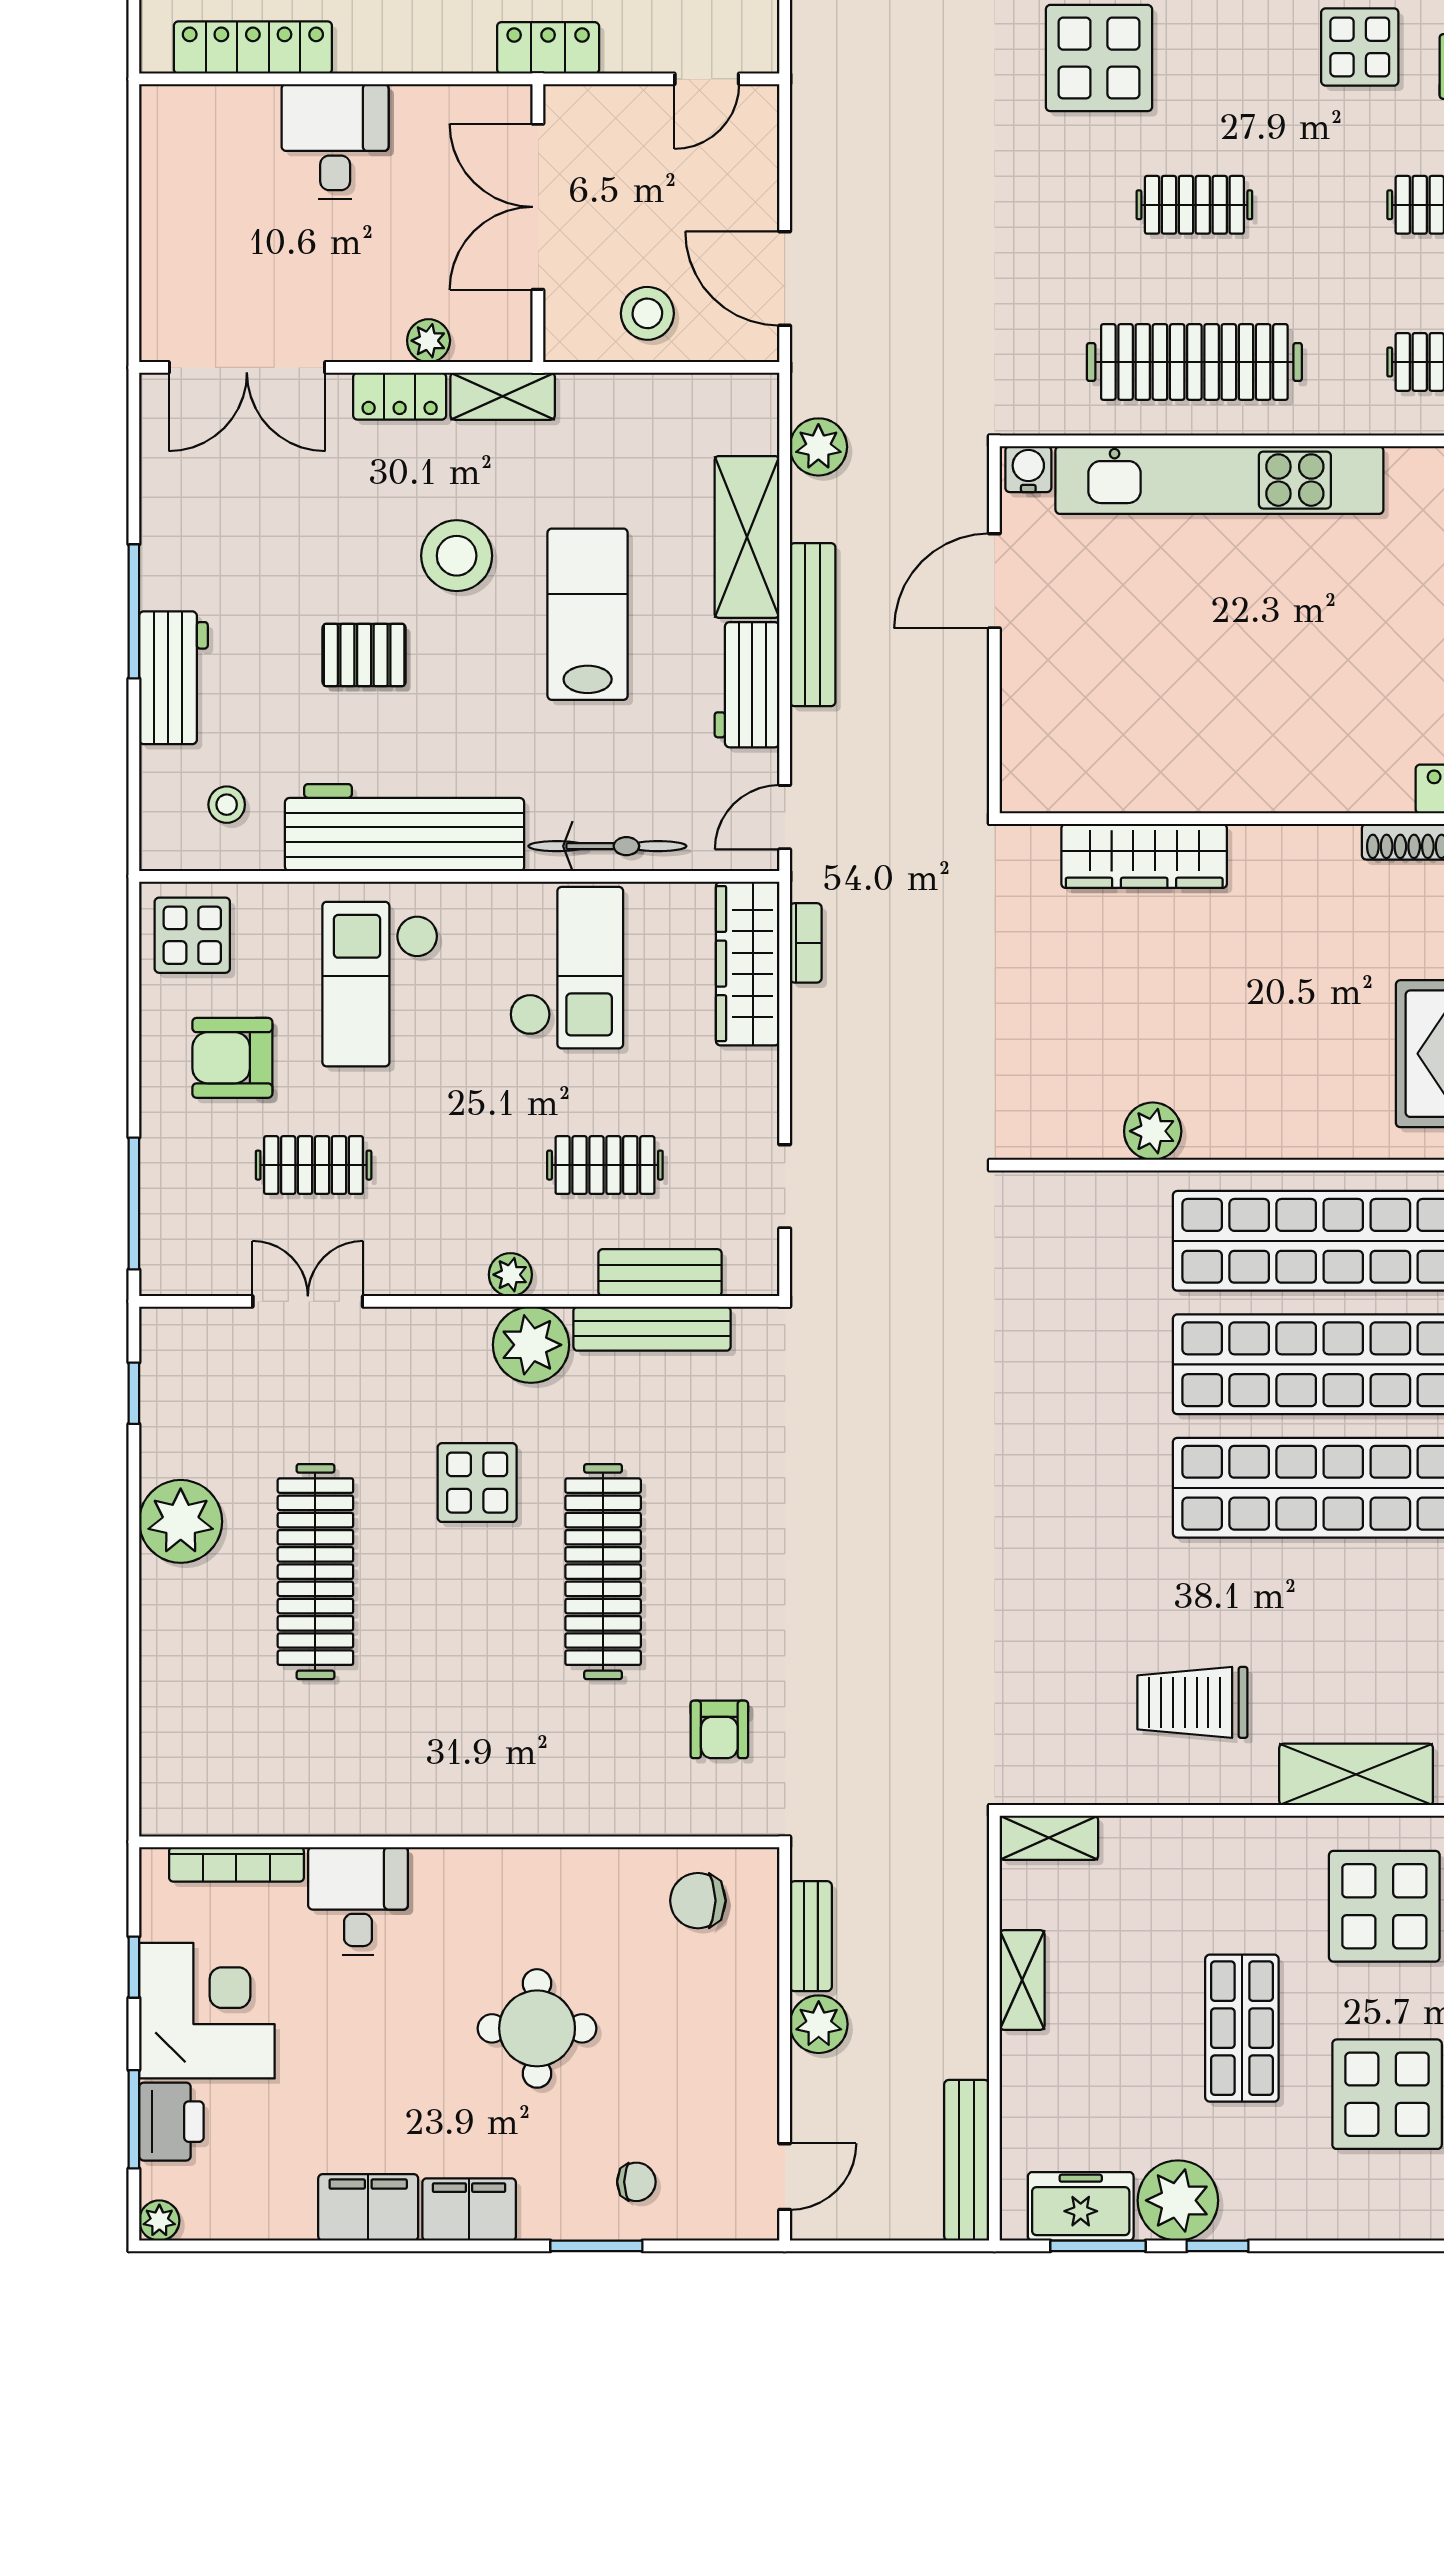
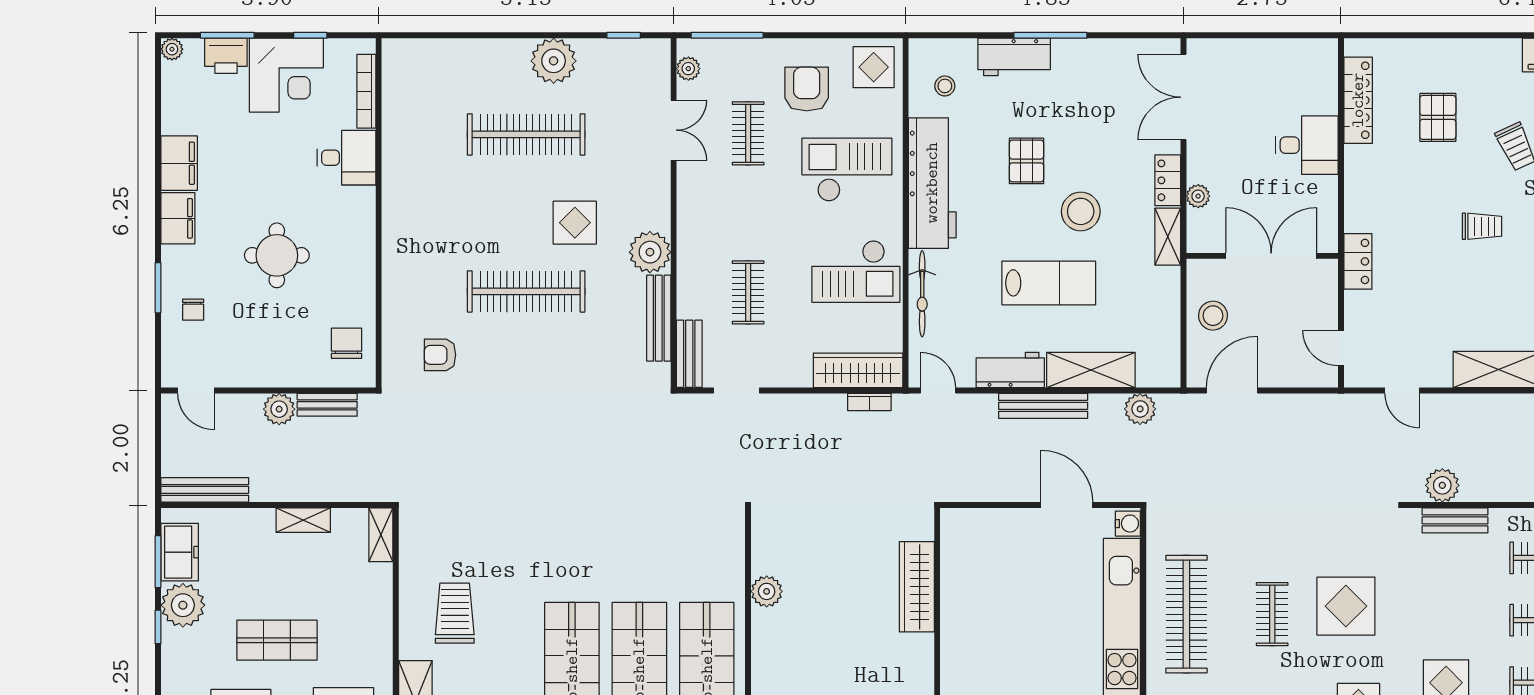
display table: (1099, 58) -> (1346, 606), moved
bench: (660, 1273) -> (689, 354), moved
plant: (510, 1275) -> (688, 69), moved

